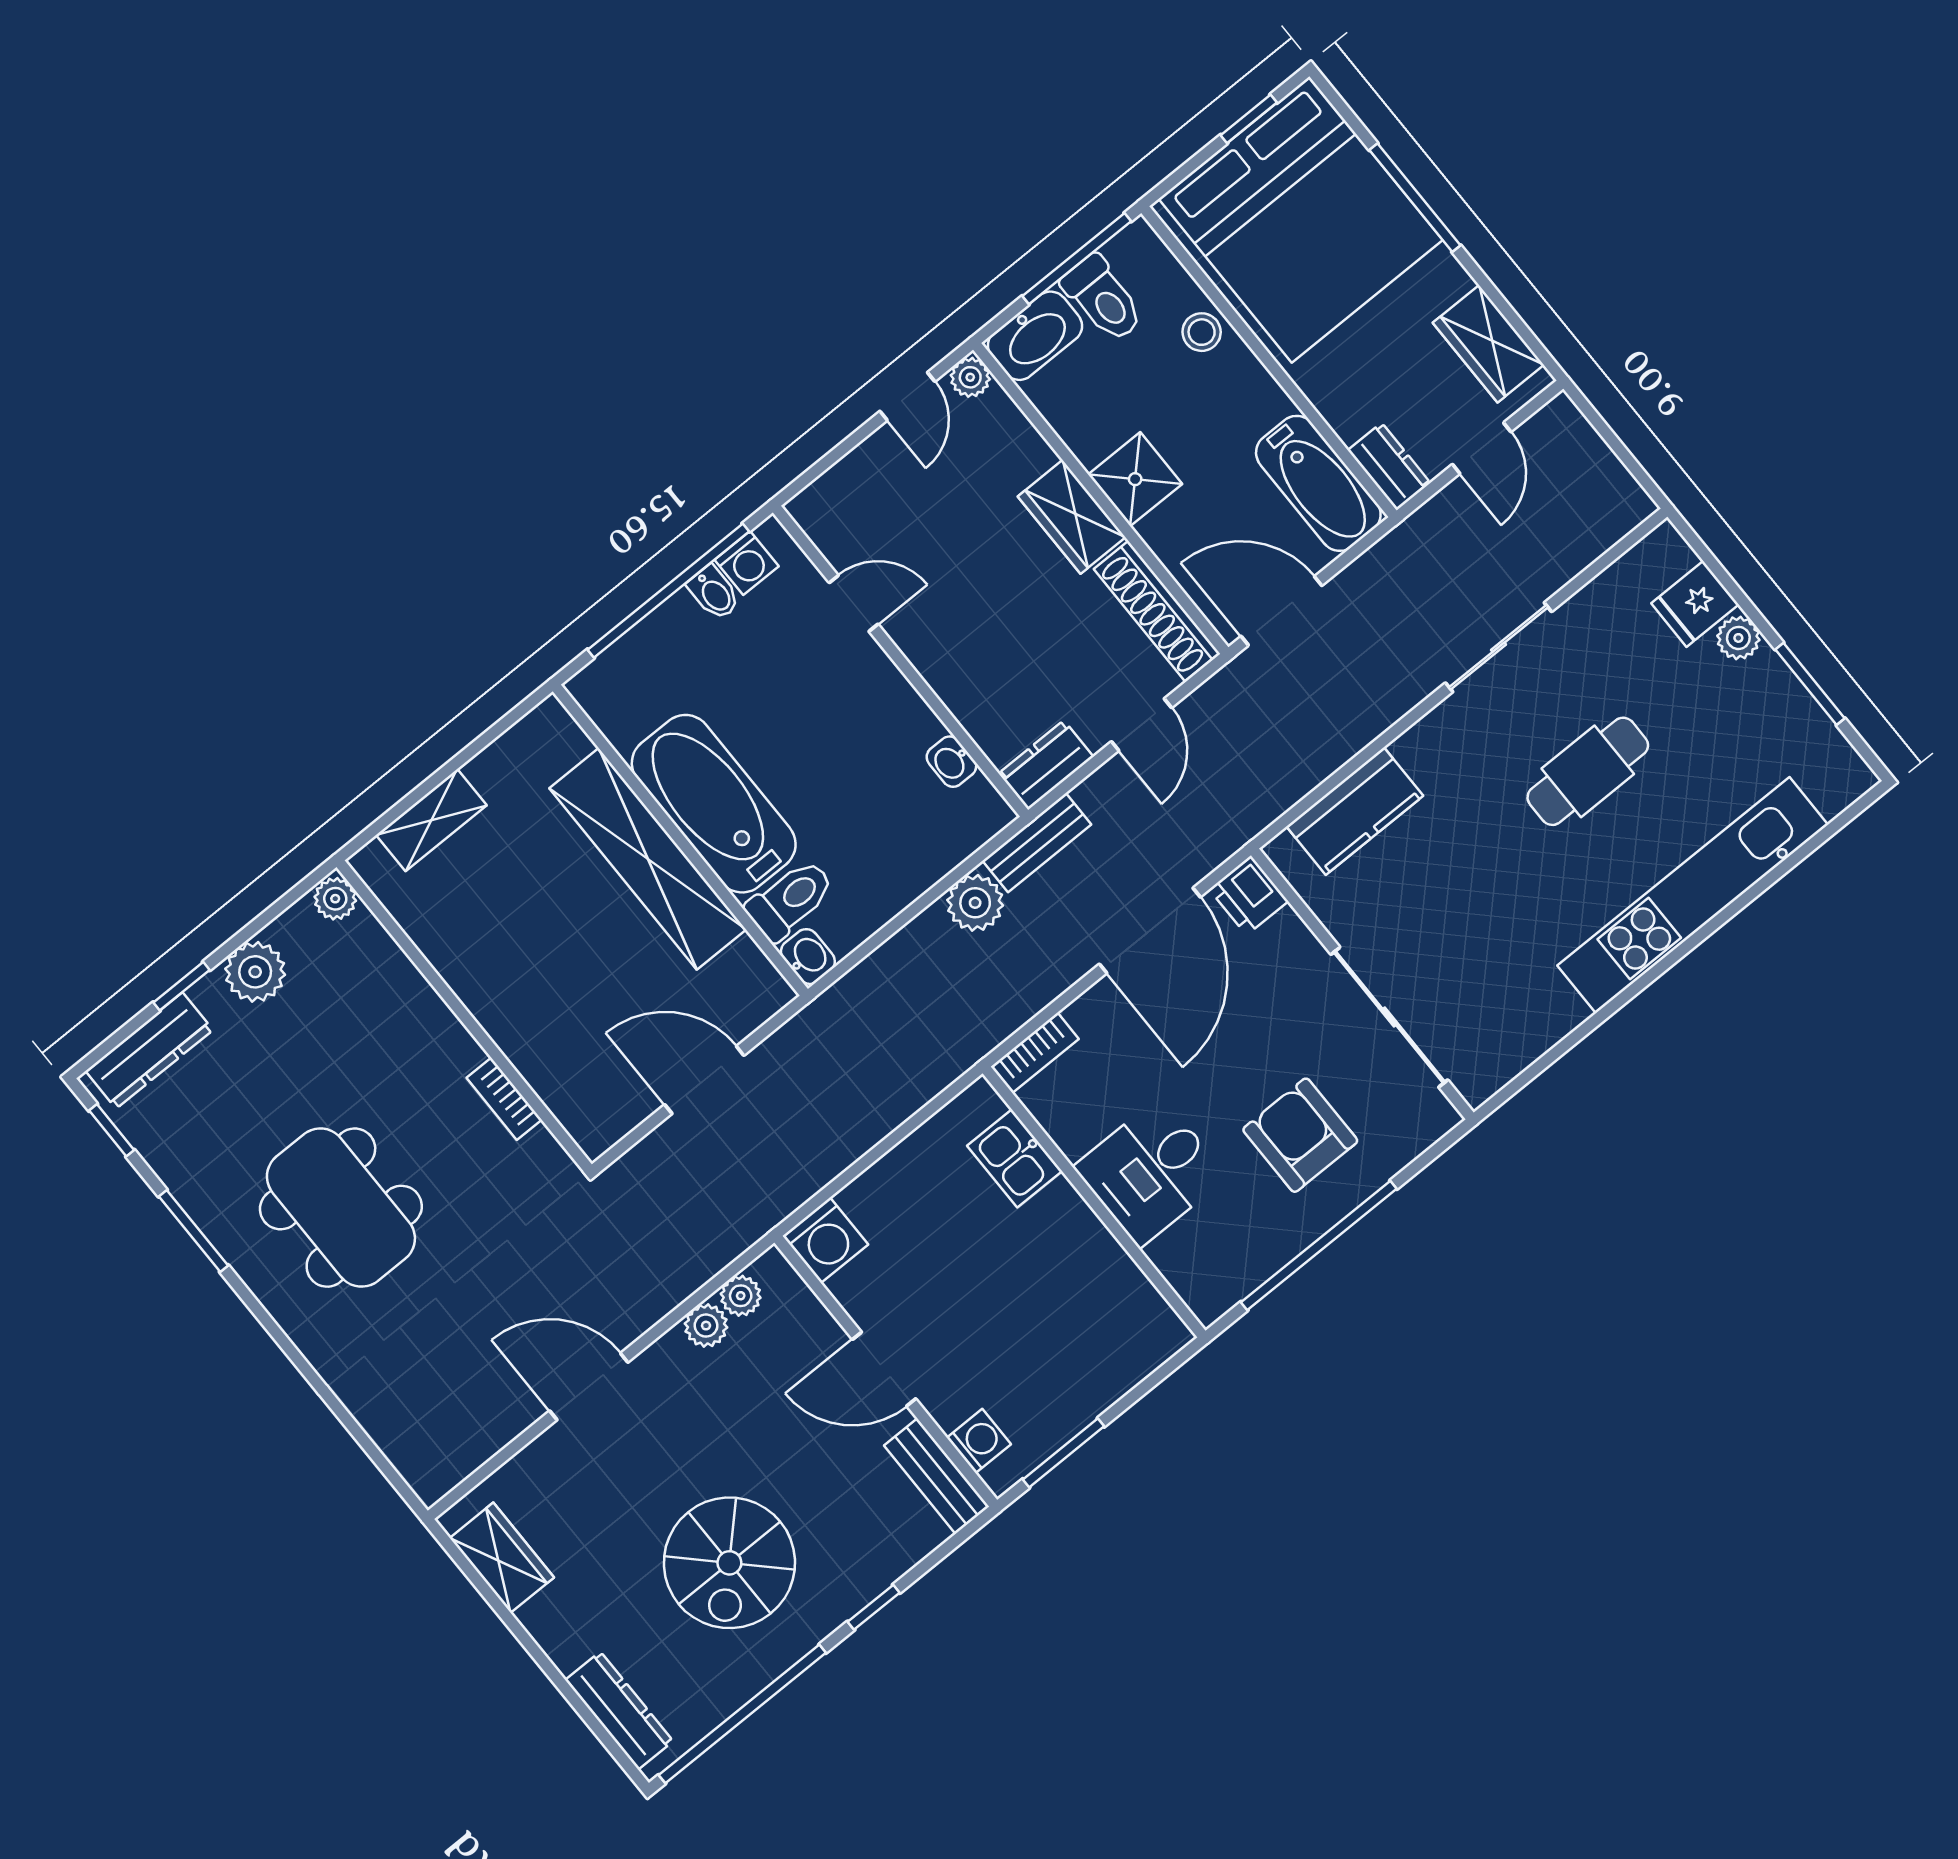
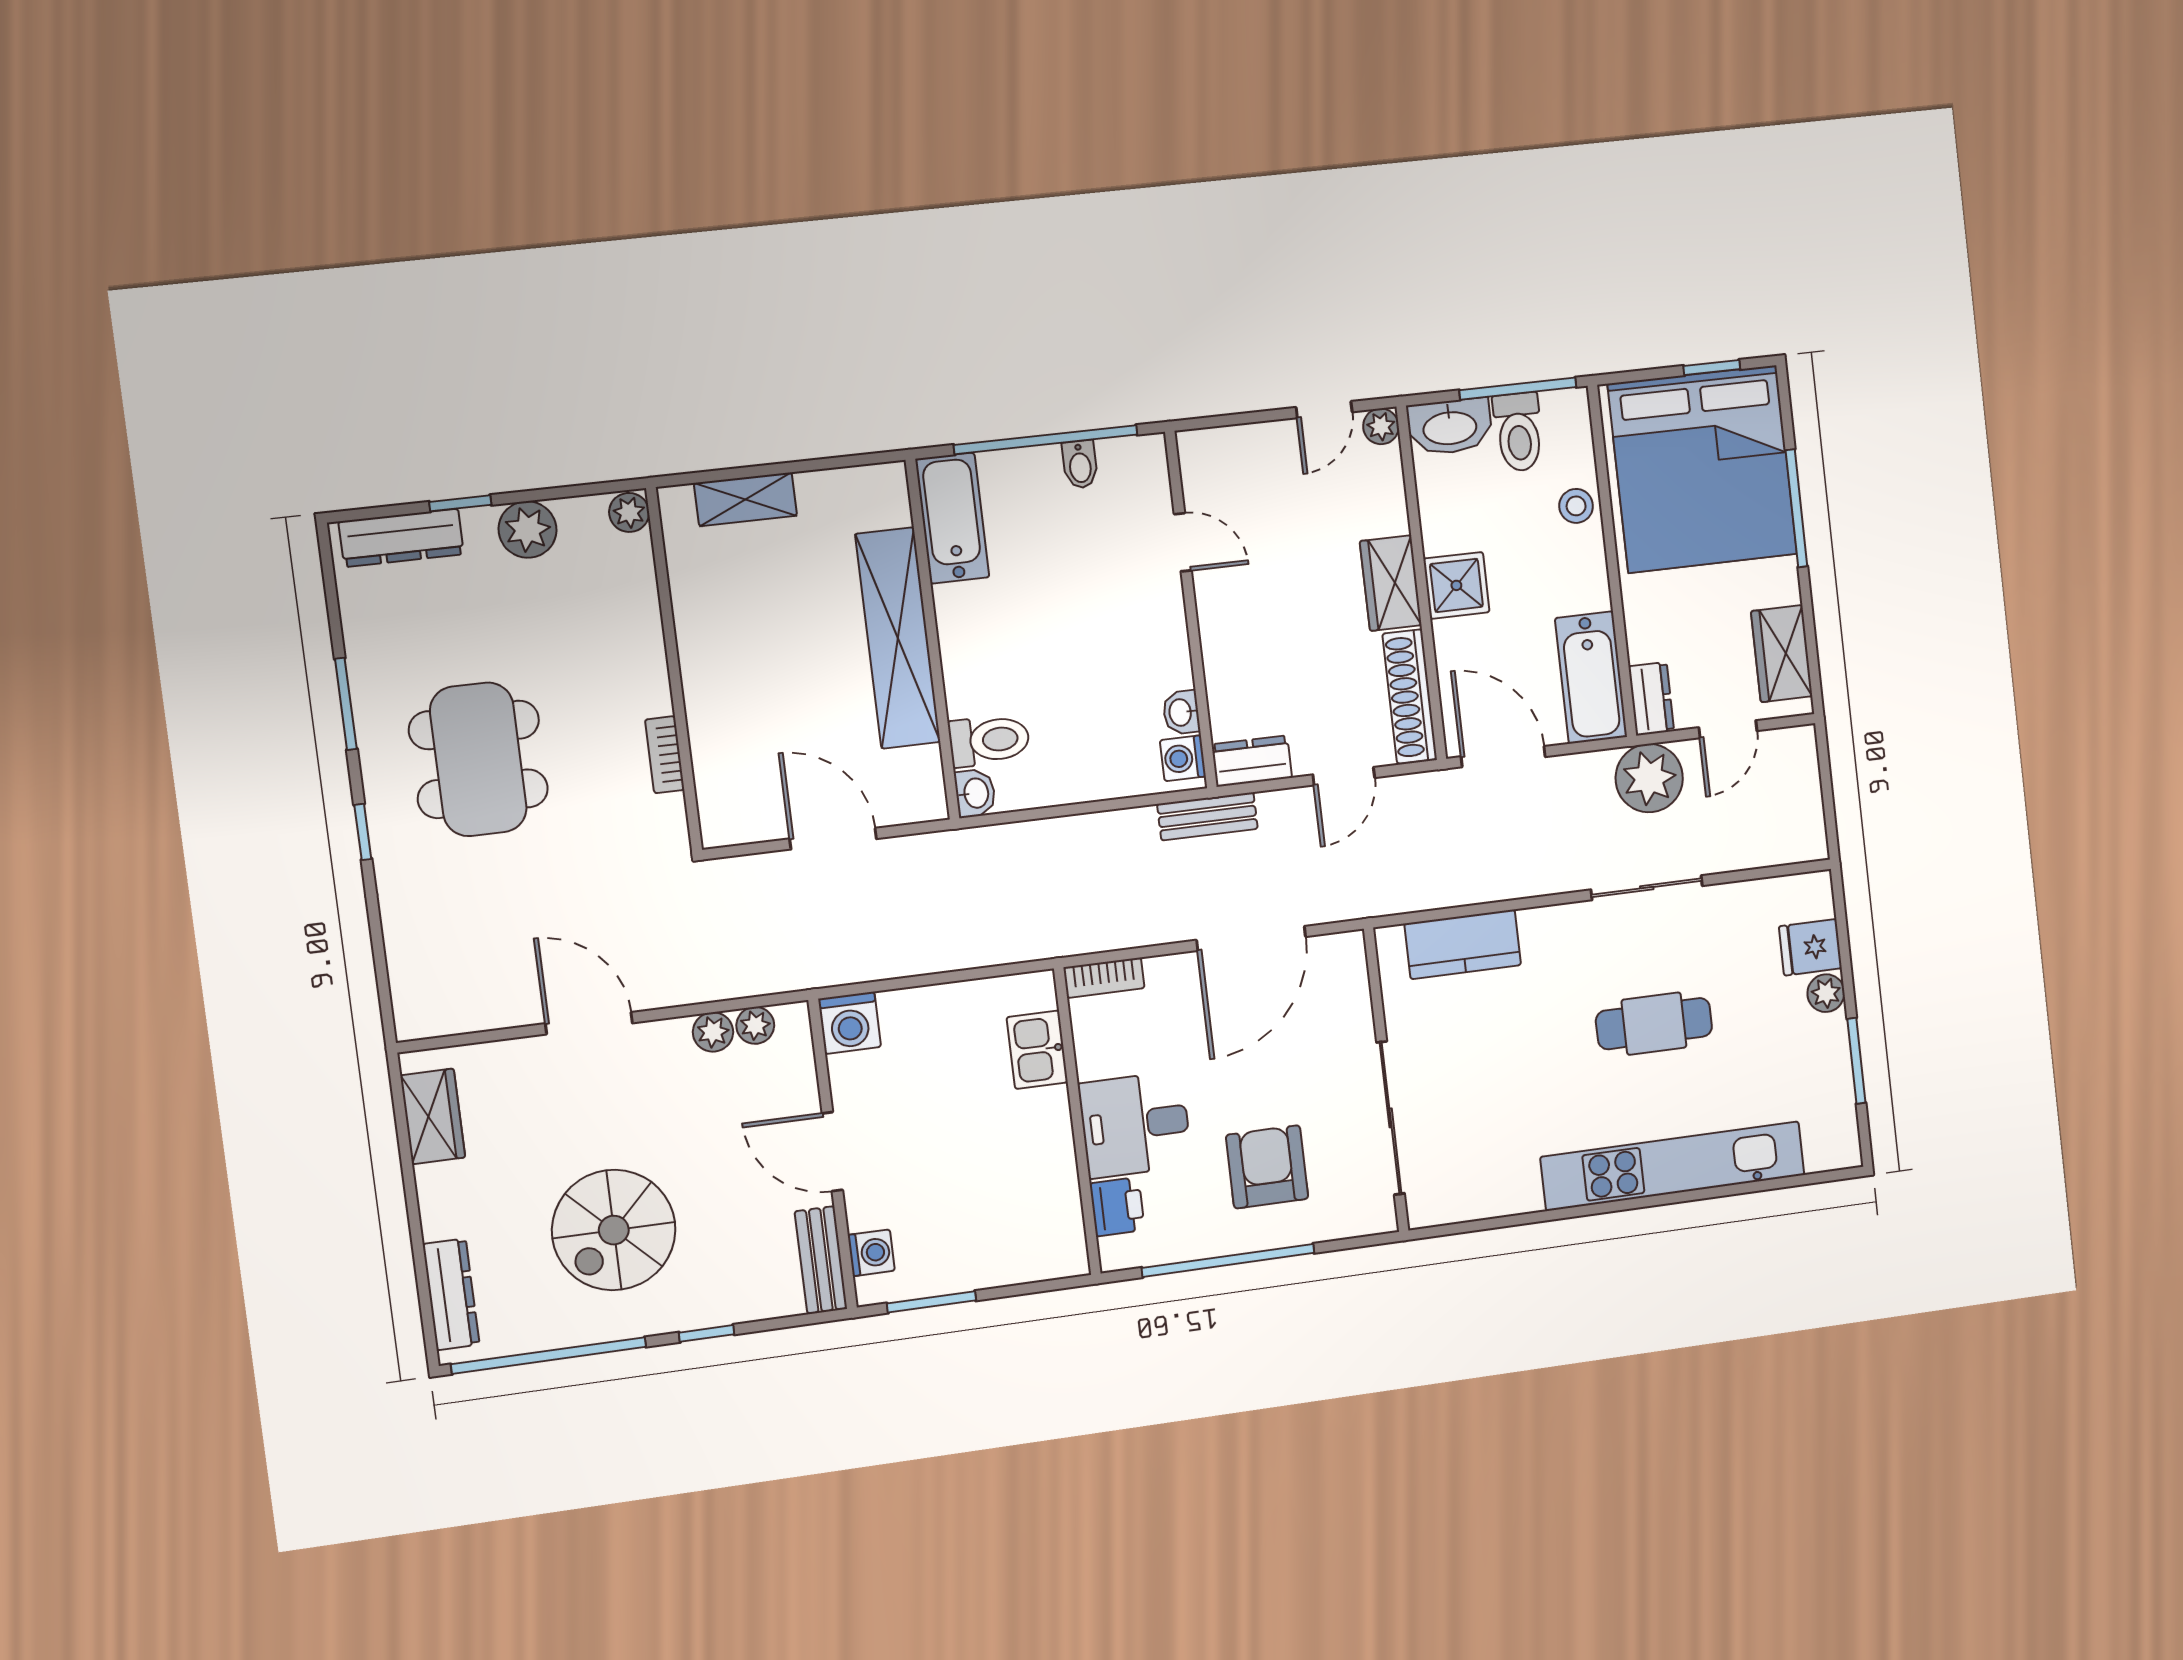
washing machine: (747, 563) -> (1183, 758), moved, turned 90
bathtub: (714, 804) -> (952, 518), moved, width x0.73, depth x0.73
printer: (1249, 895) -> (1117, 1207), moved, turned 180
plant: (975, 903) -> (1649, 778), moved, width x1.36, depth x1.36
window: (112, 1130) -> (363, 832), moved

